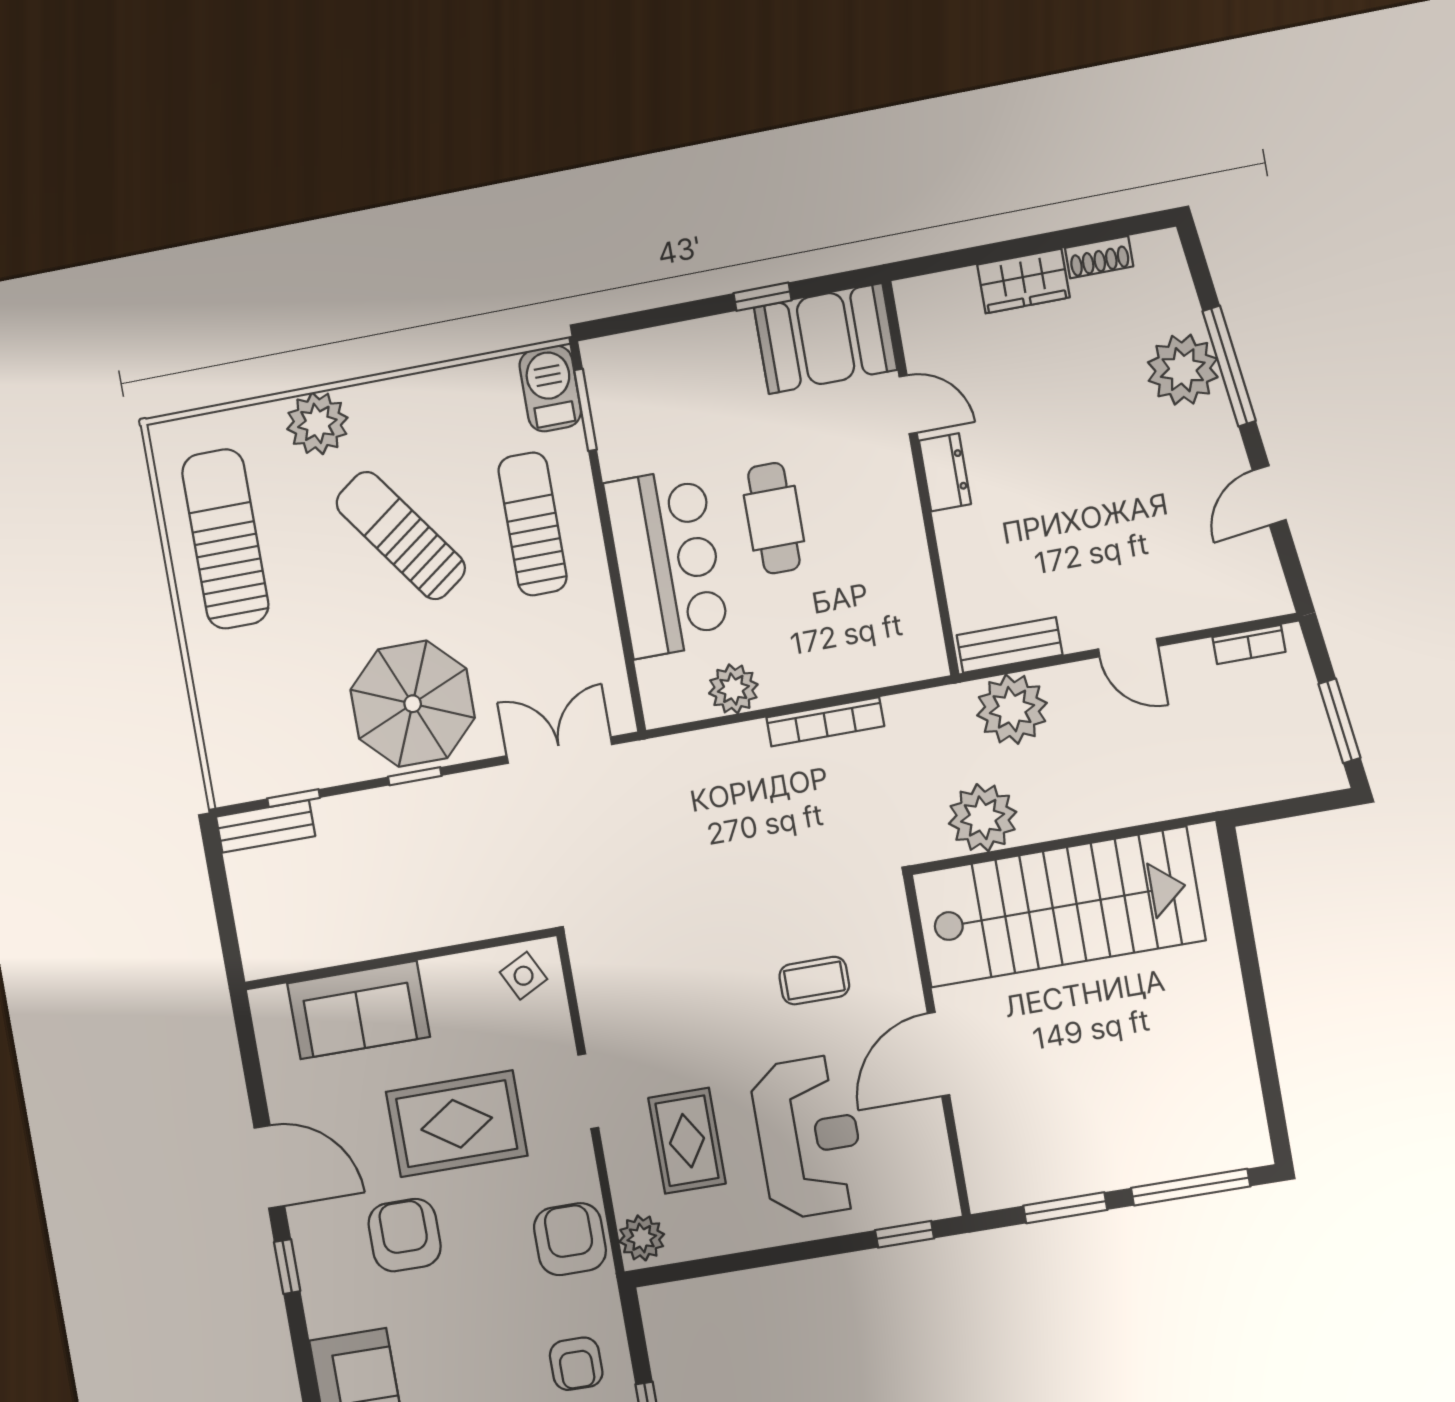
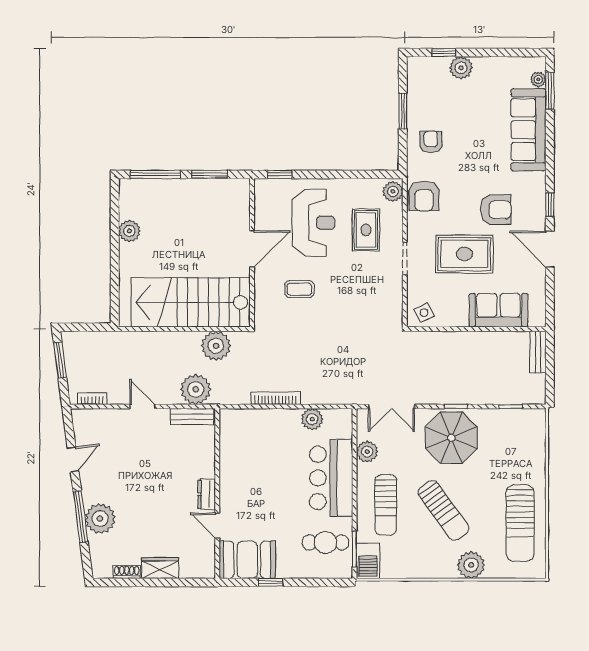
cafe table: (774, 518) -> (326, 542), moved, turned 90
plant: (596, 638) -> (367, 452), added
bench: (266, 826) -> (538, 352), moved, turned 90
plant: (1228, 1047) -> (129, 231), added
reception desk: (809, 1137) -> (313, 223), turned 180
armchair: (405, 1235) -> (496, 210), turned -90

